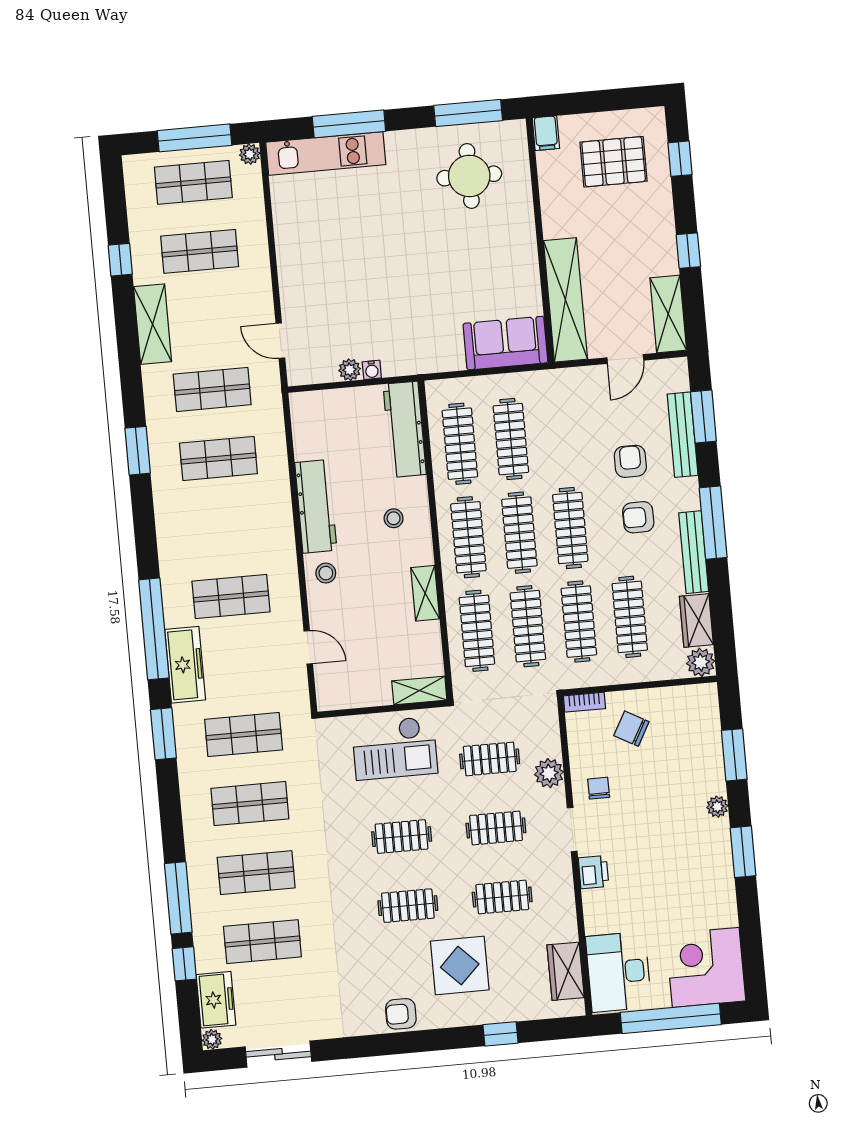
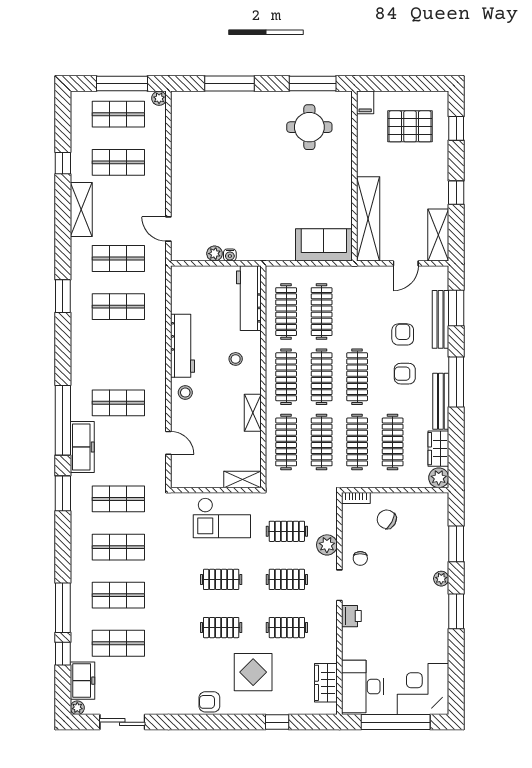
kitchen unit: (326, 153) -> (212, 103), removed
chair: (599, 788) -> (360, 558), turned 180

